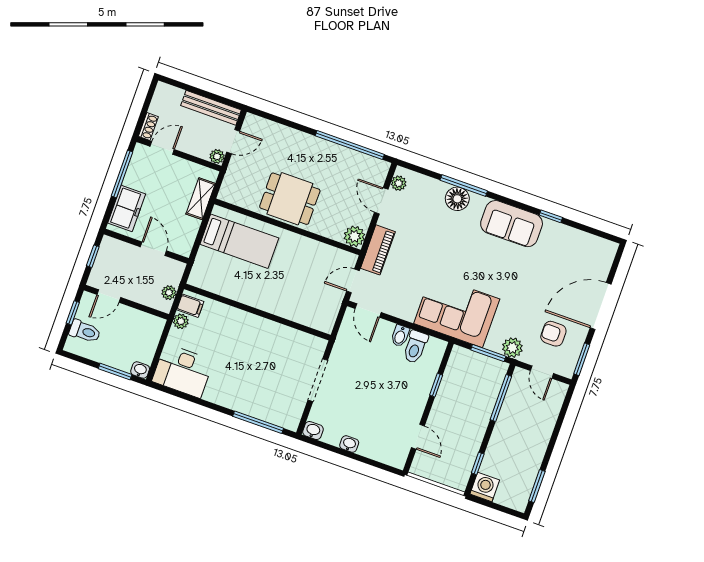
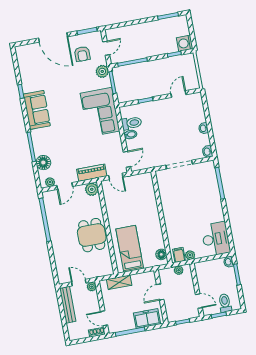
floor lamp: (457, 199) -> (43, 163), moved
floor lamp: (205, 281) -> (161, 254), added

